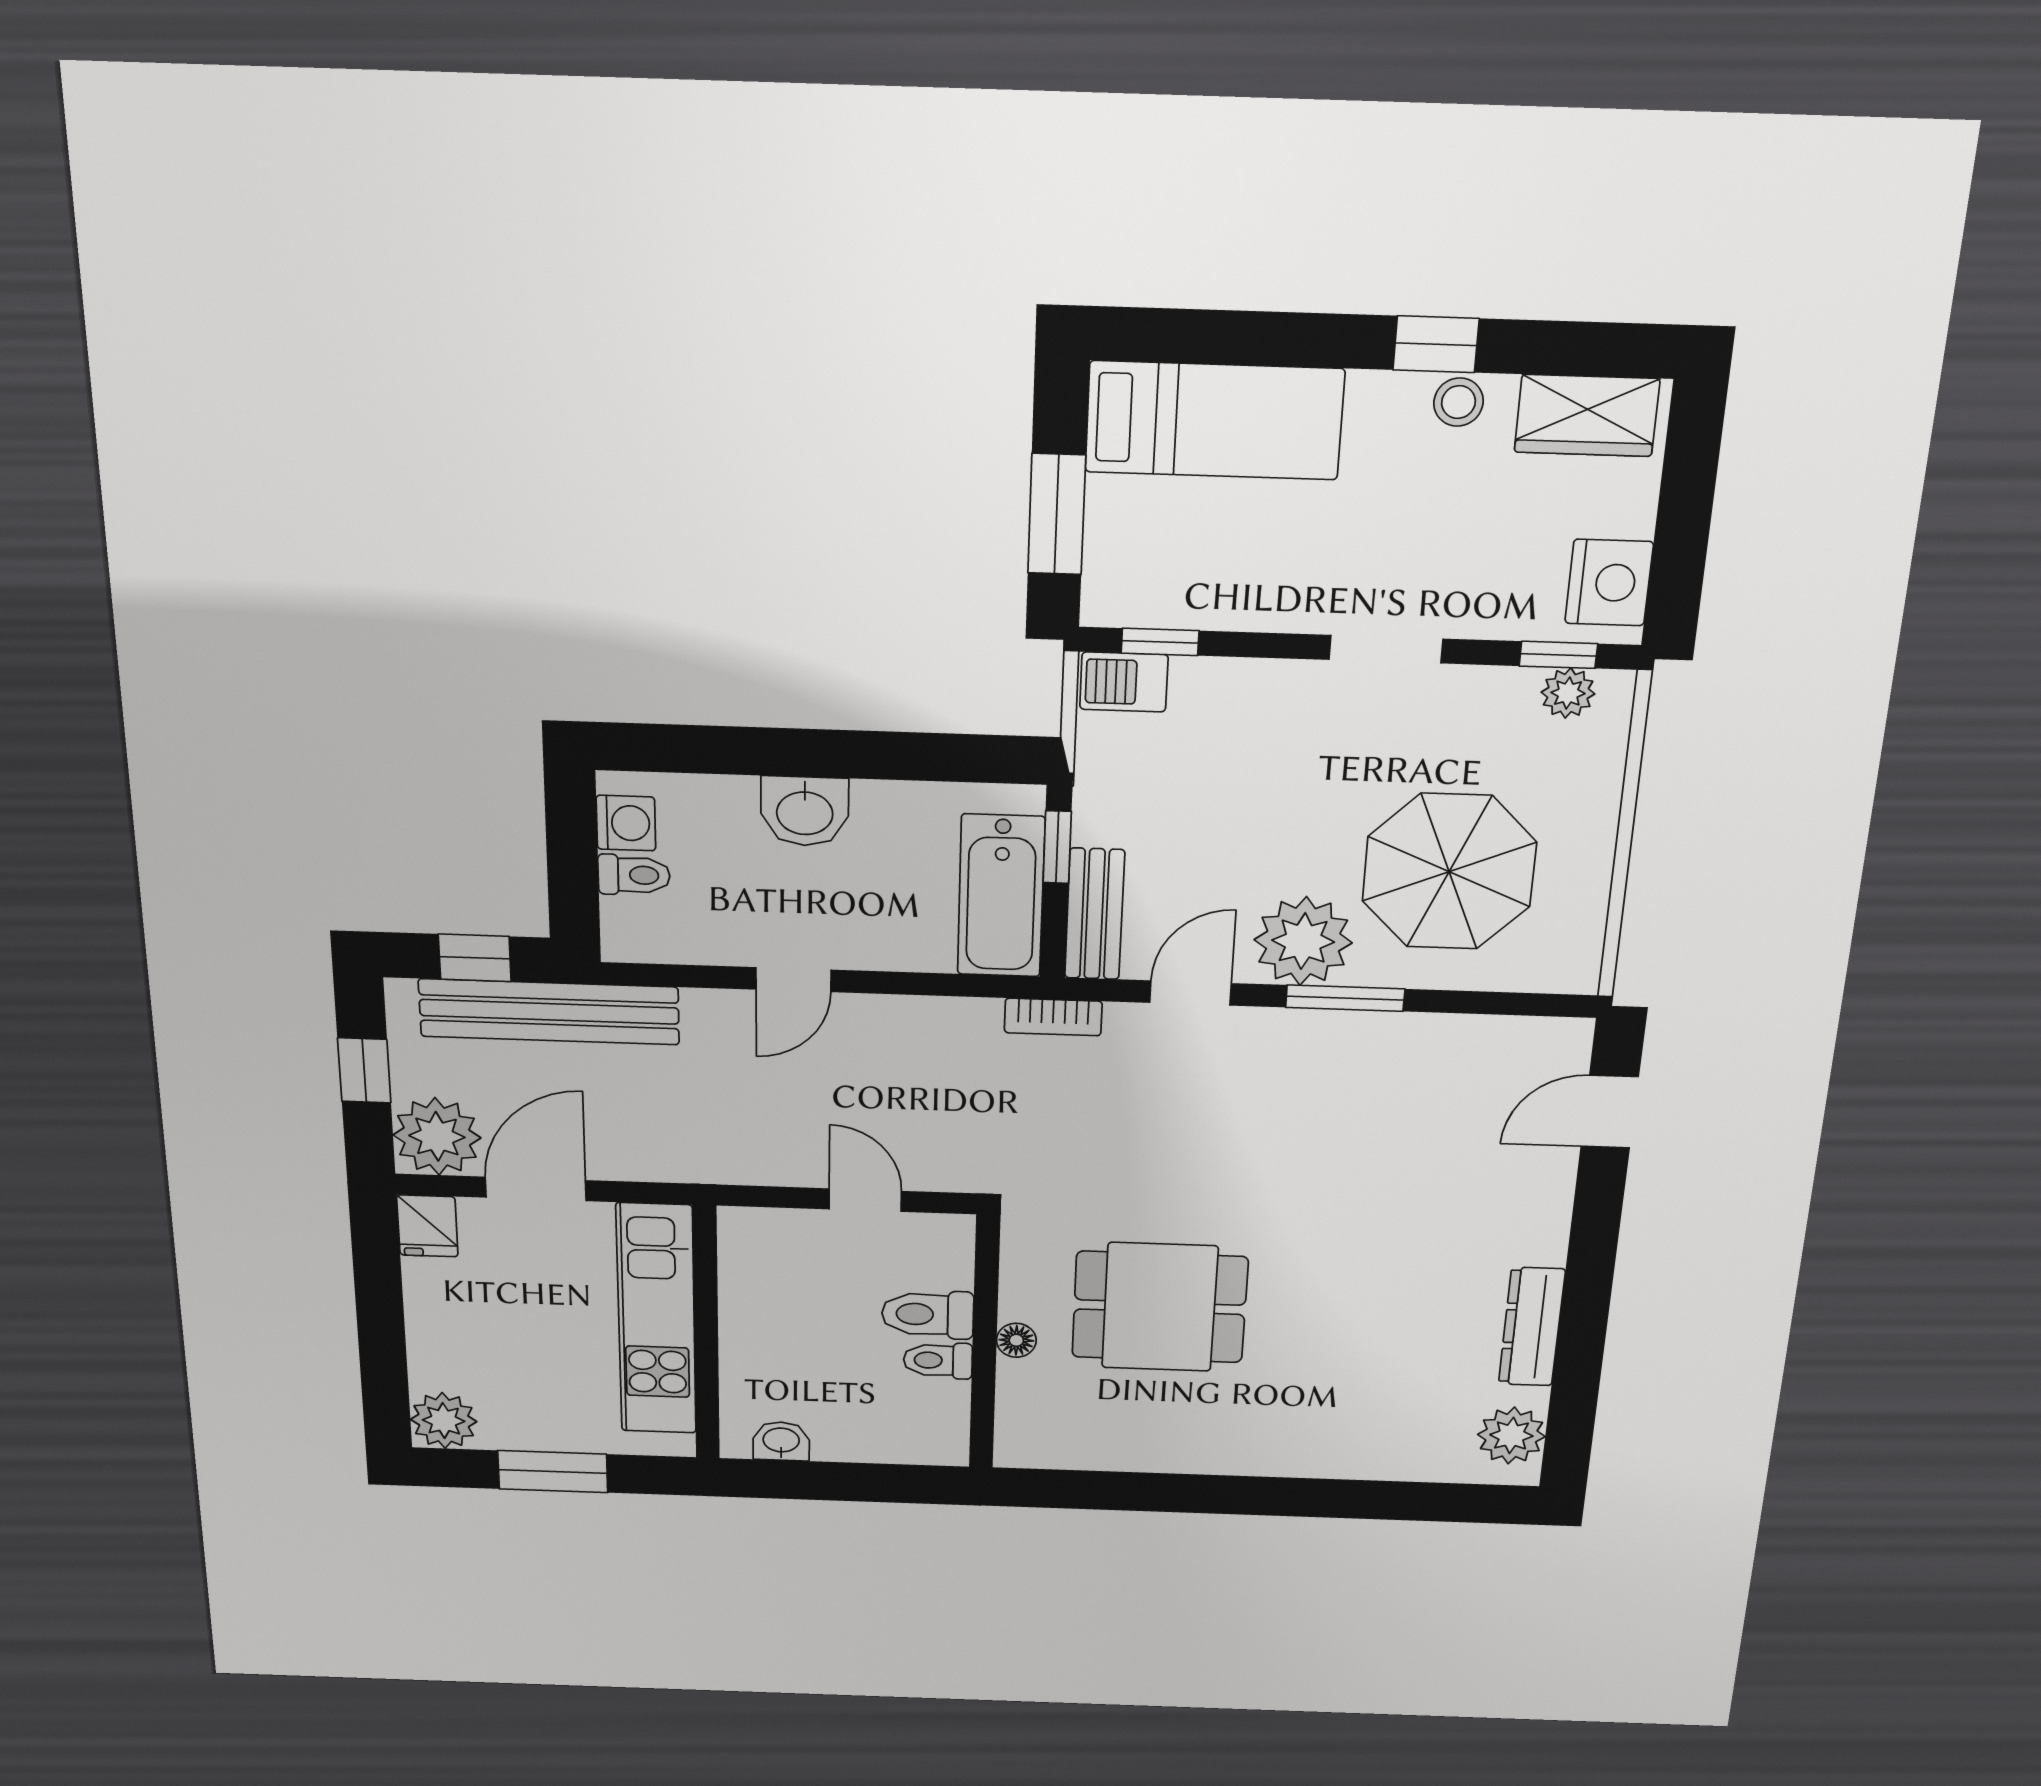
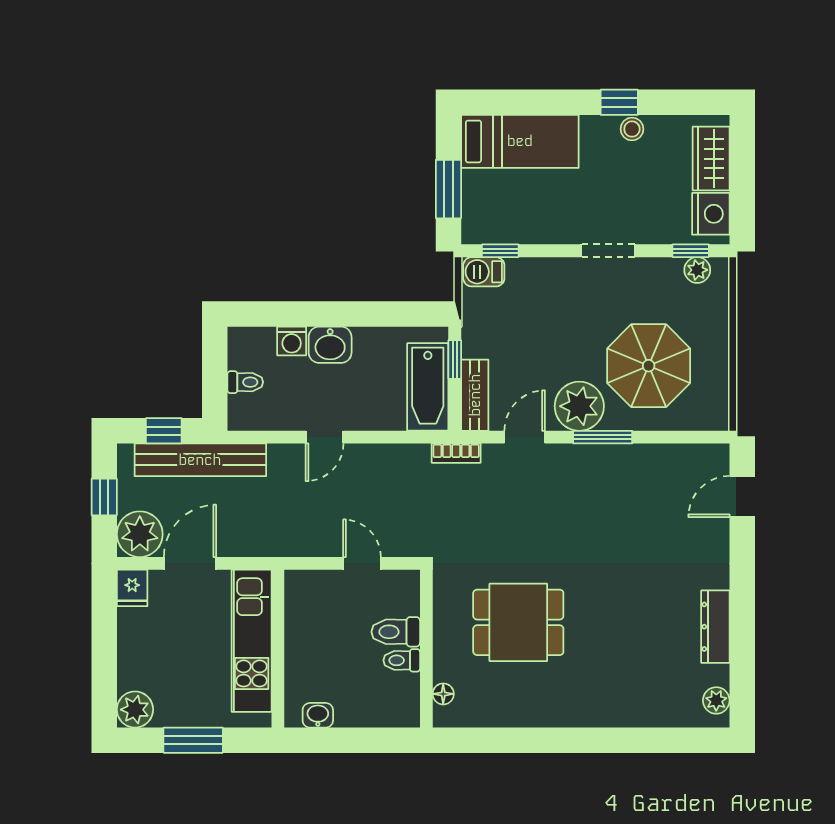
wardrobe: (1587, 415) -> (711, 159), moved, turned 90
washing machine: (626, 823) -> (292, 341), moved, turned 90
floor lamp: (1016, 1340) -> (443, 694), moved
plant: (1511, 1435) -> (716, 700), width x0.73, depth x0.73

